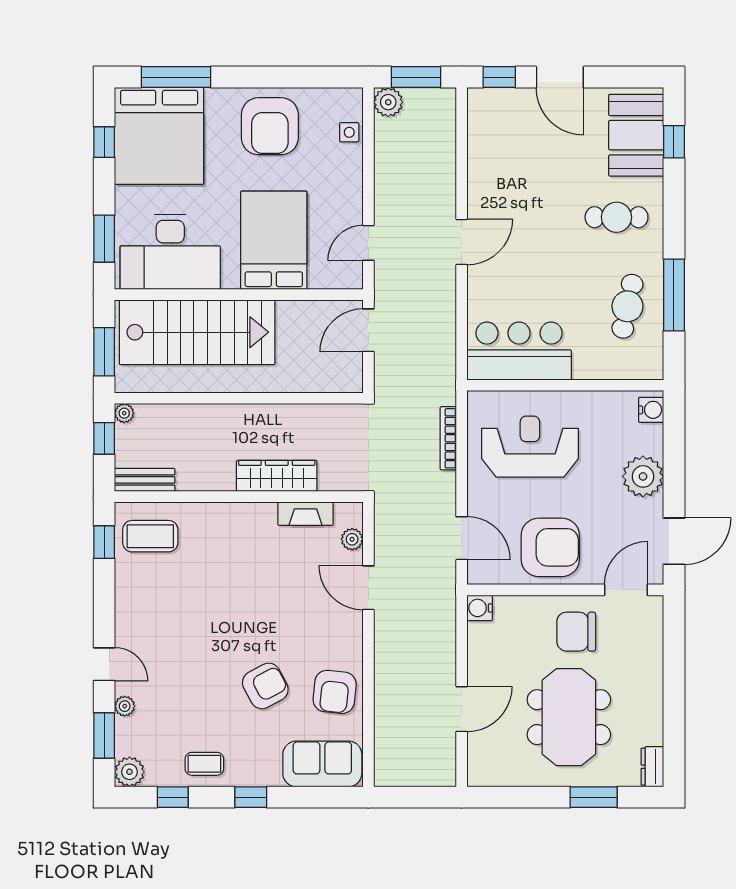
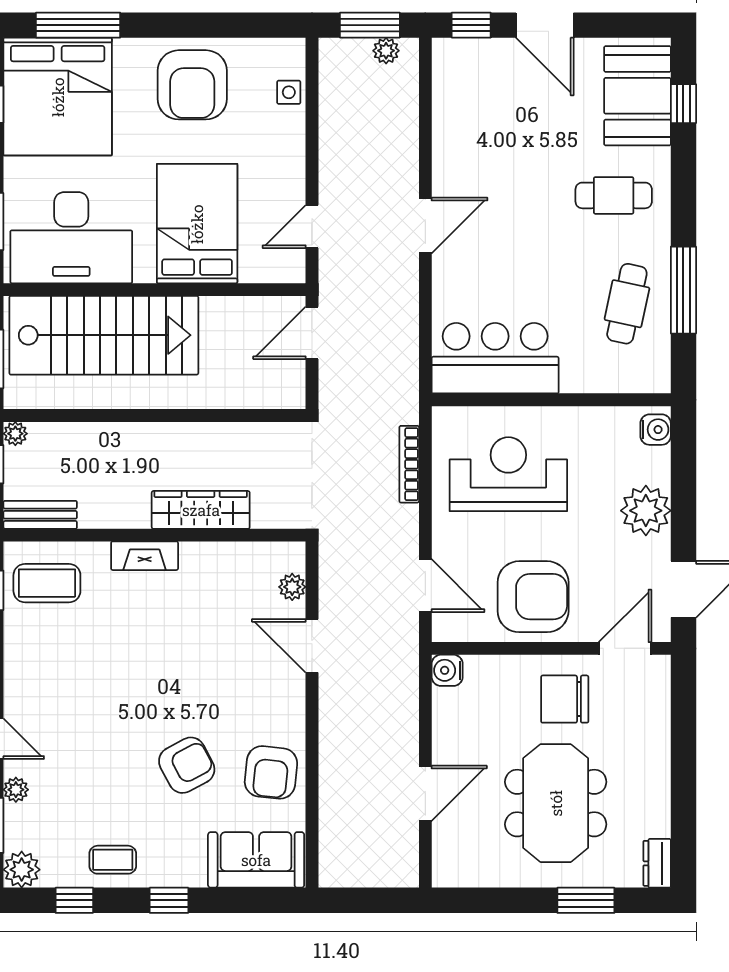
plant: (388, 102) -> (386, 51), moved, width x0.73, depth x0.73
fireplace: (306, 514) -> (145, 556), moved

